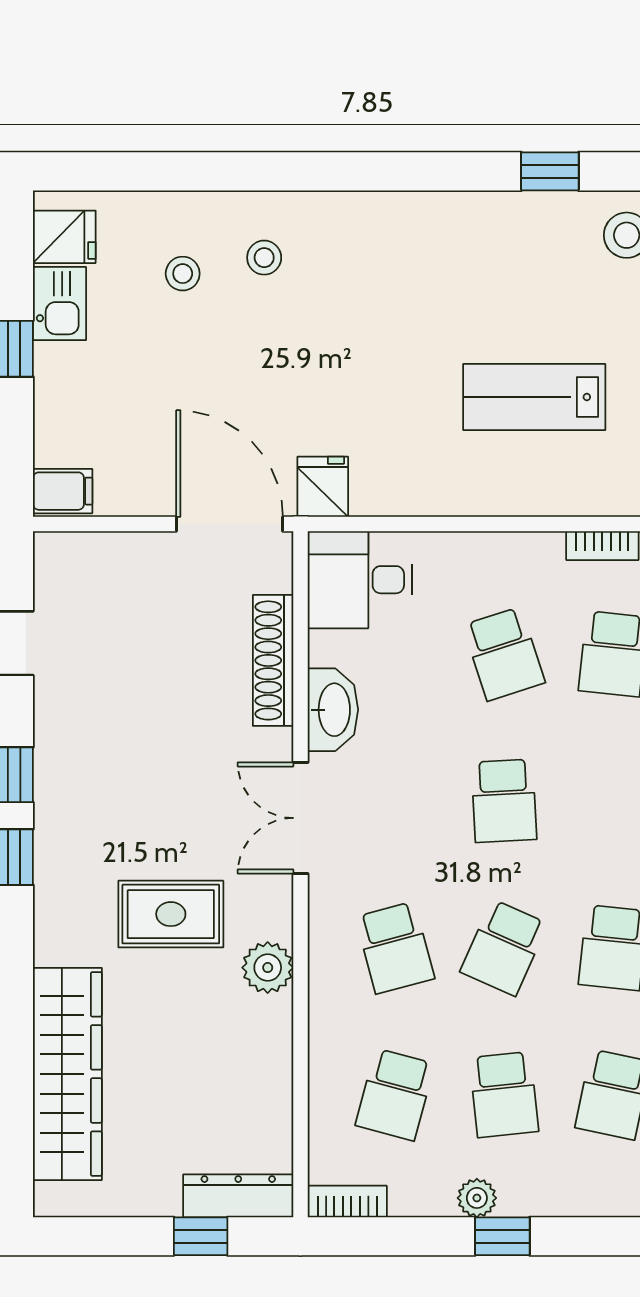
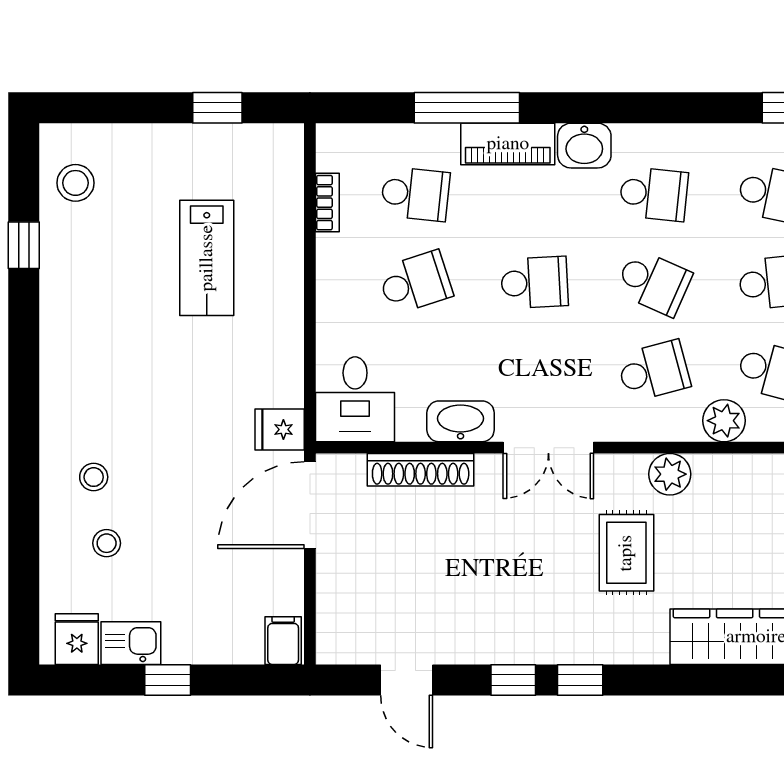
plant: (334, 1034) -> (724, 421), added

